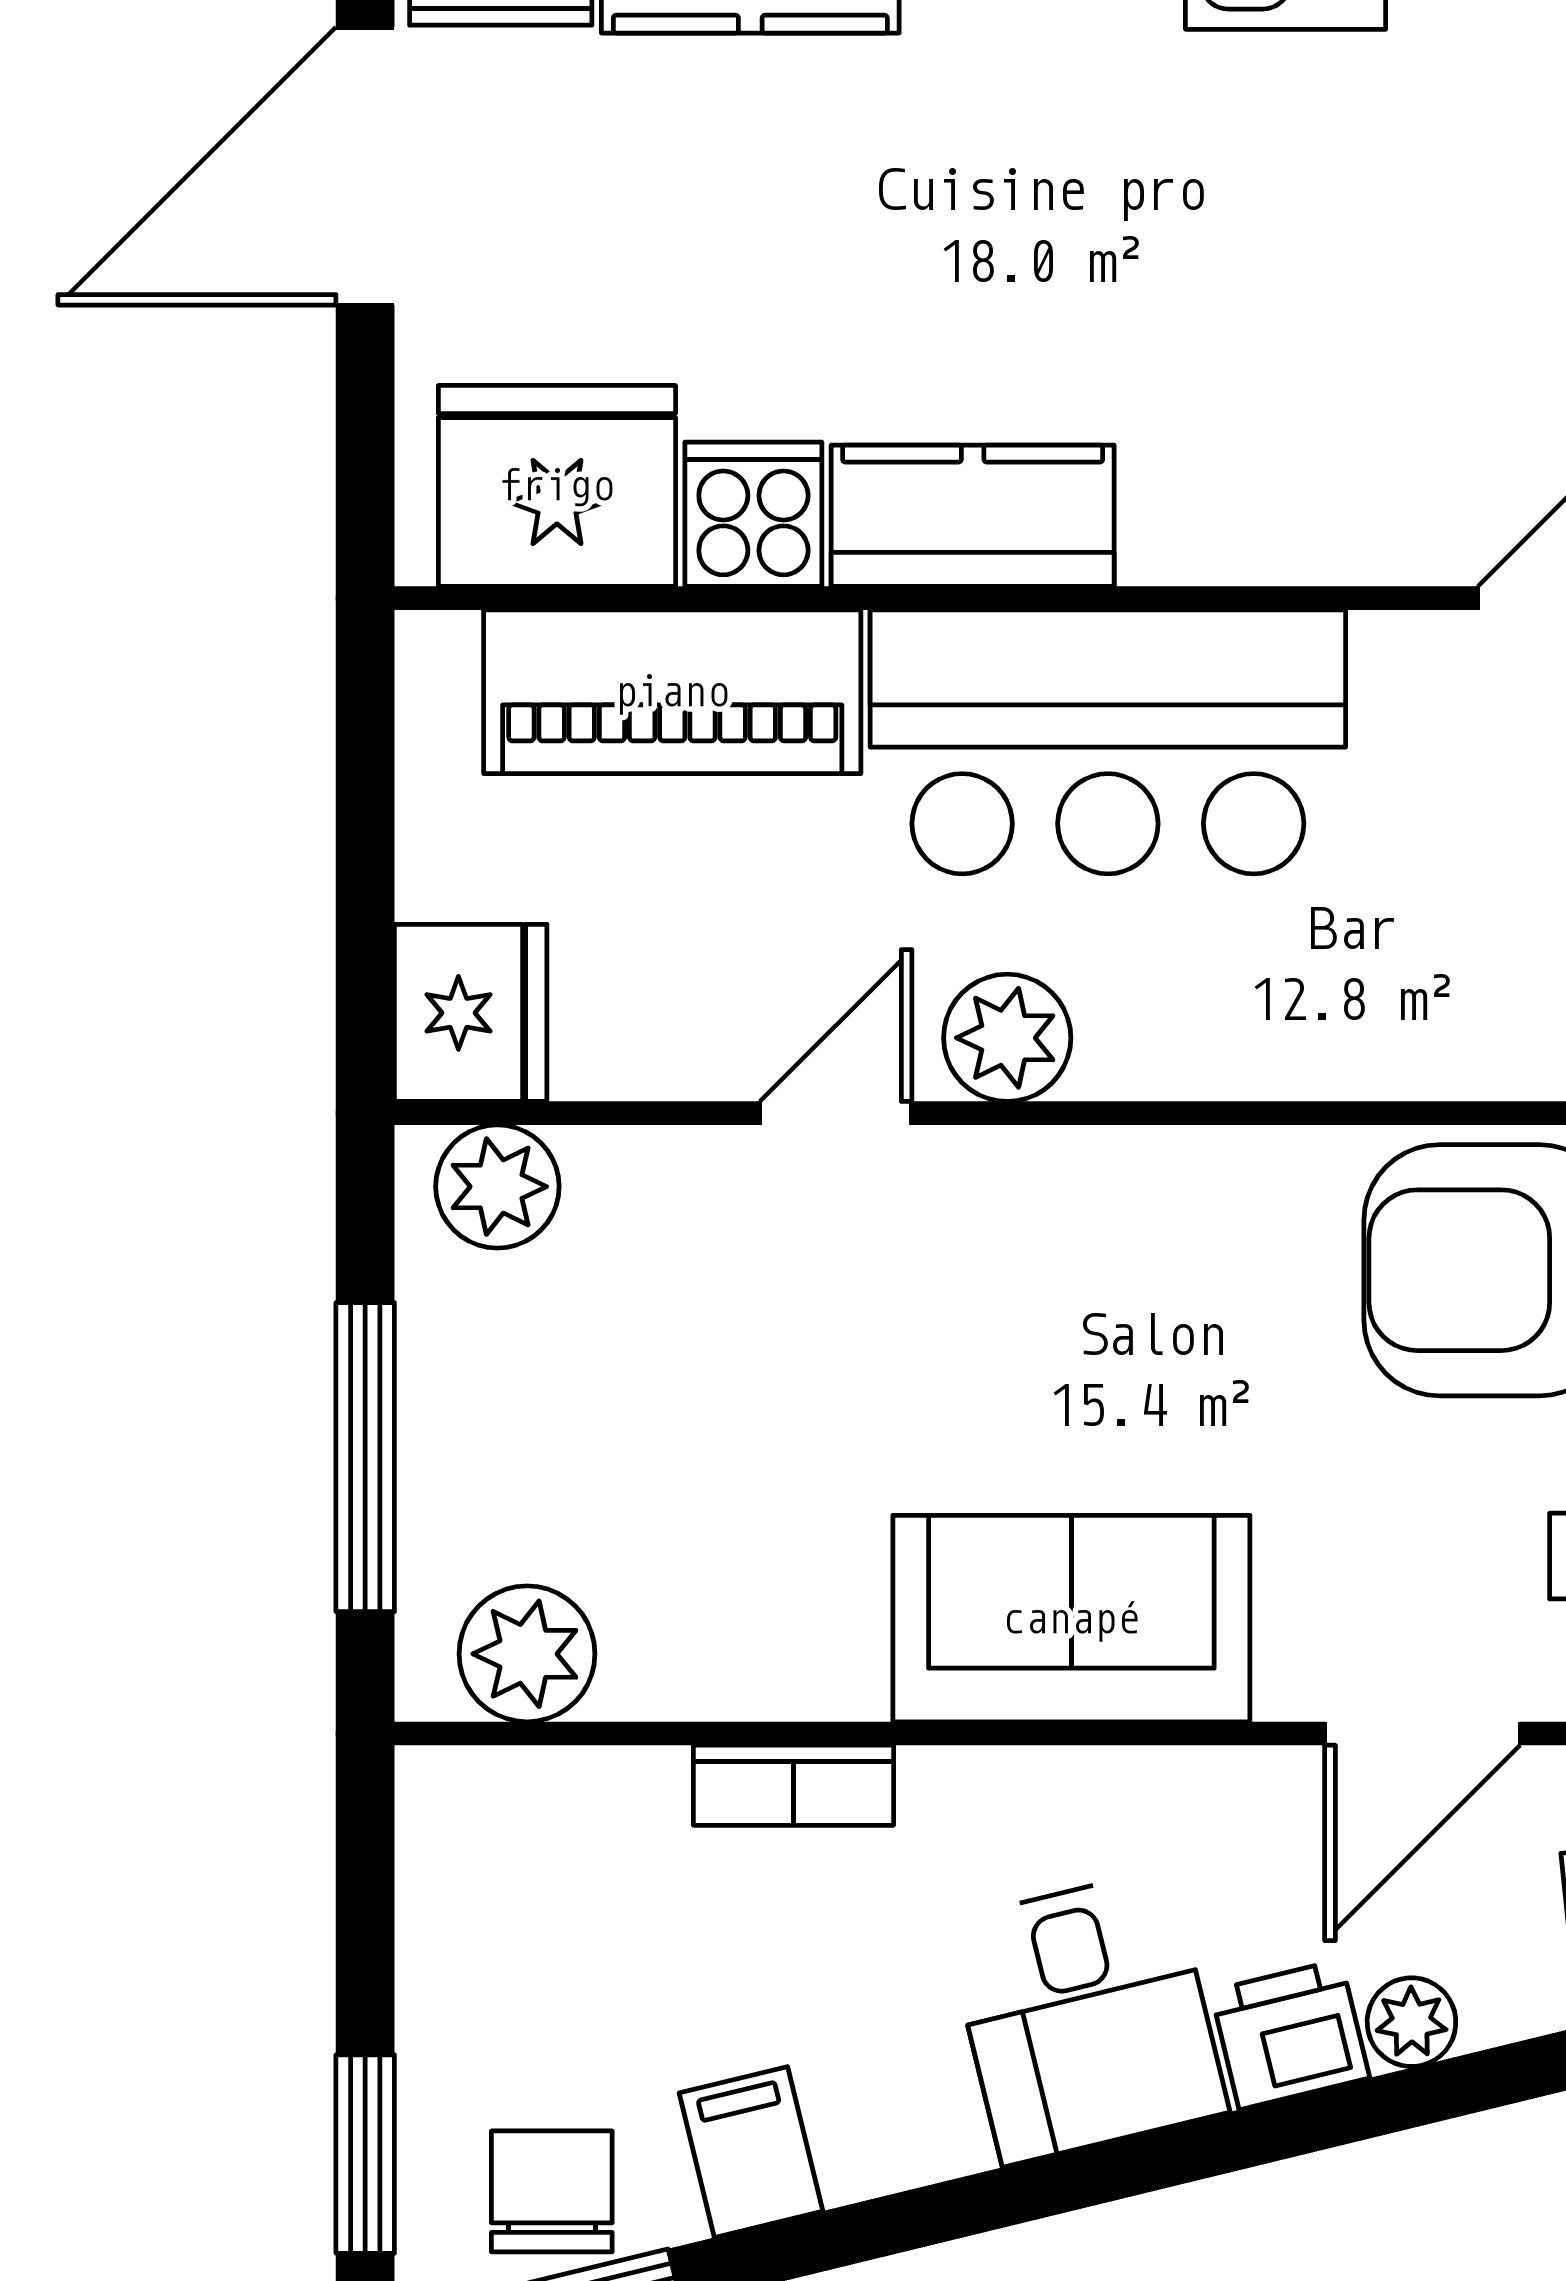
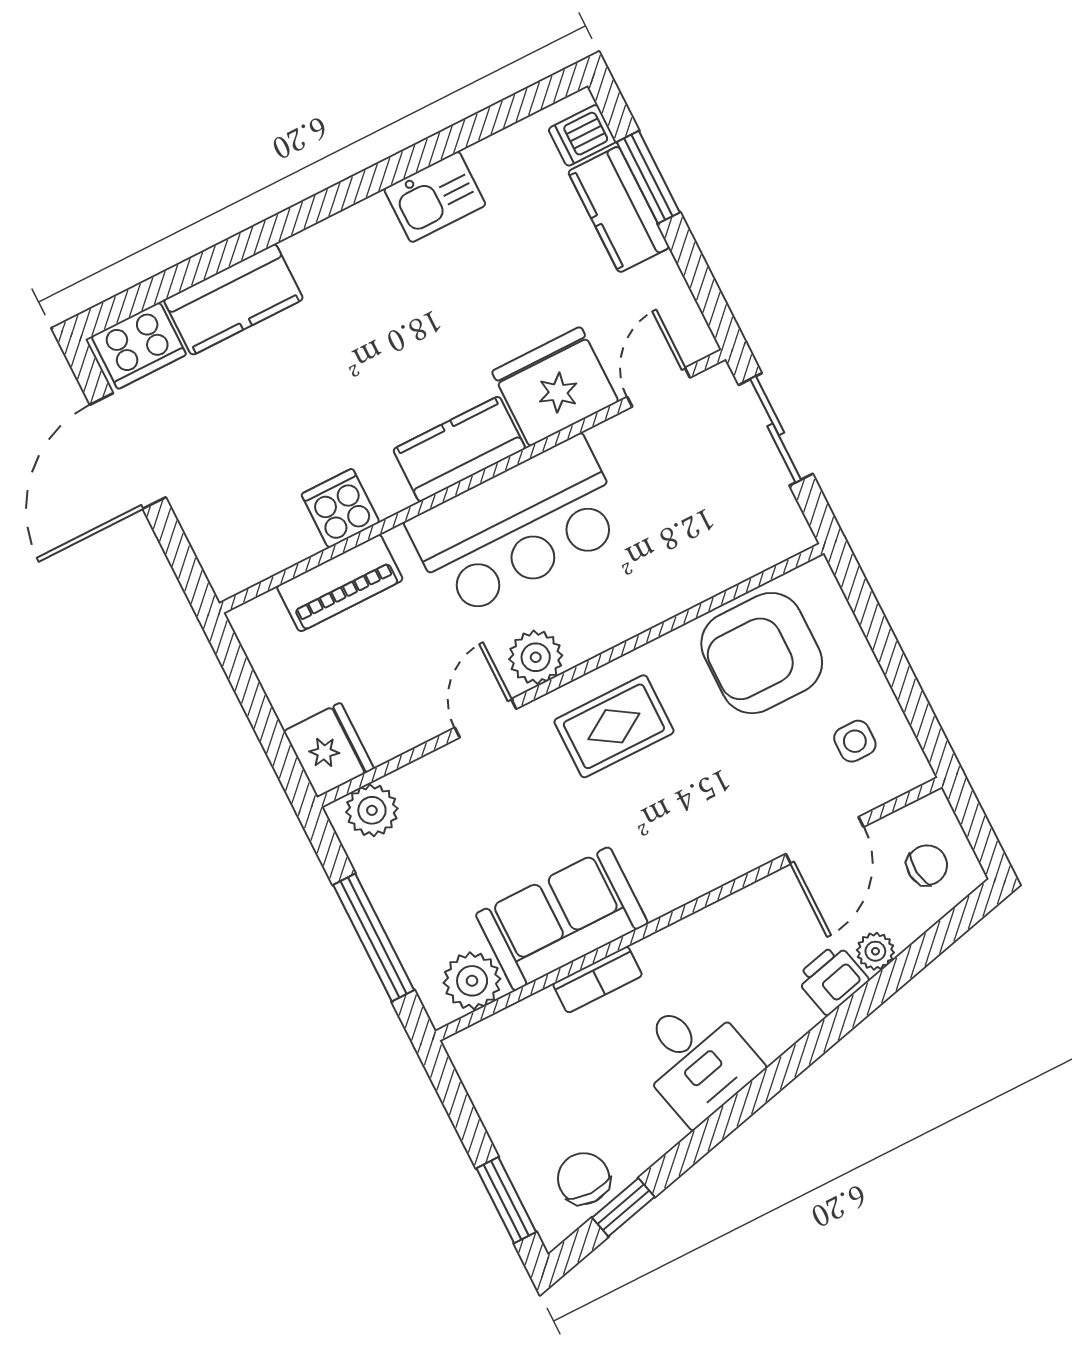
fridge: (557, 486) -> (555, 386), moved
kitchen counter: (973, 516) -> (459, 449), moved
piano: (672, 692) -> (340, 583), width x0.73, depth x0.75
rug: (1099, 1267) -> (614, 726), added
sofa: (1071, 1619) -> (562, 919), moved
desk: (1086, 2017) -> (696, 1059), moved
filing cabinet: (751, 2152) -> (651, 1126), removed

